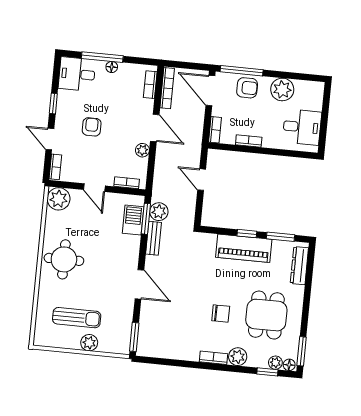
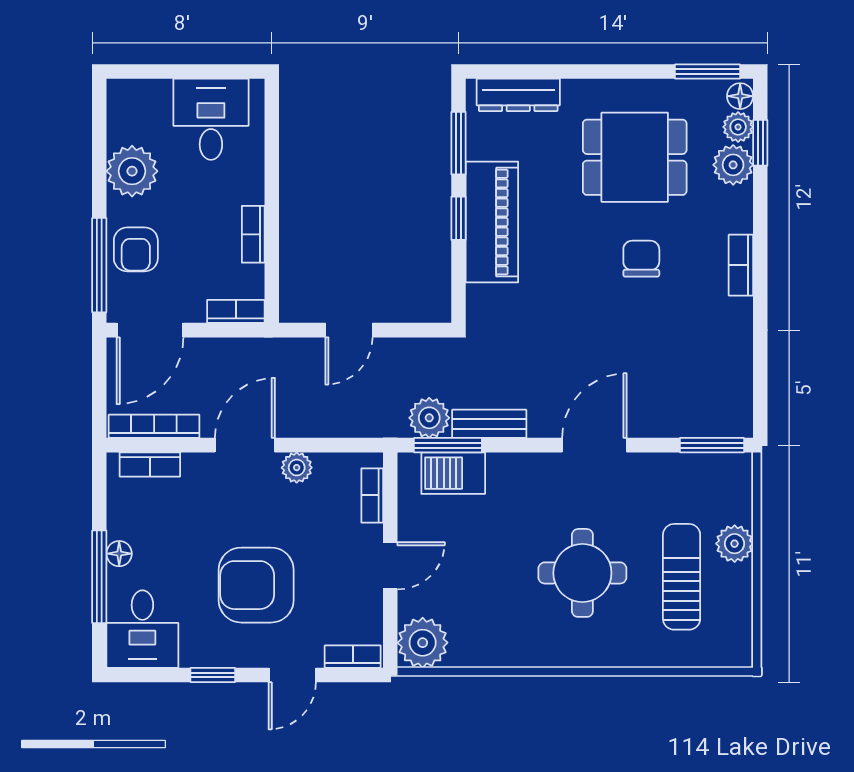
armchair: (247, 88) -> (136, 249), turned 180
armchair: (92, 127) -> (256, 585), width x1.88, depth x1.88
round table: (64, 259) -> (582, 573), moved
plant: (238, 357) -> (733, 165), moved

